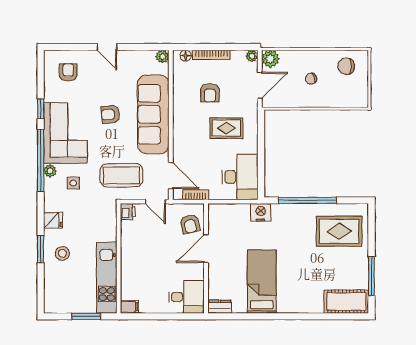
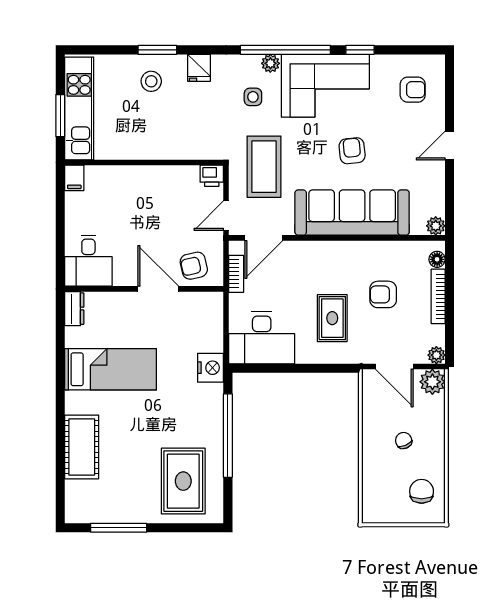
kitchen unit: (107, 278) -> (79, 108), moved, turned 90
cot: (346, 302) -> (82, 447), moved

